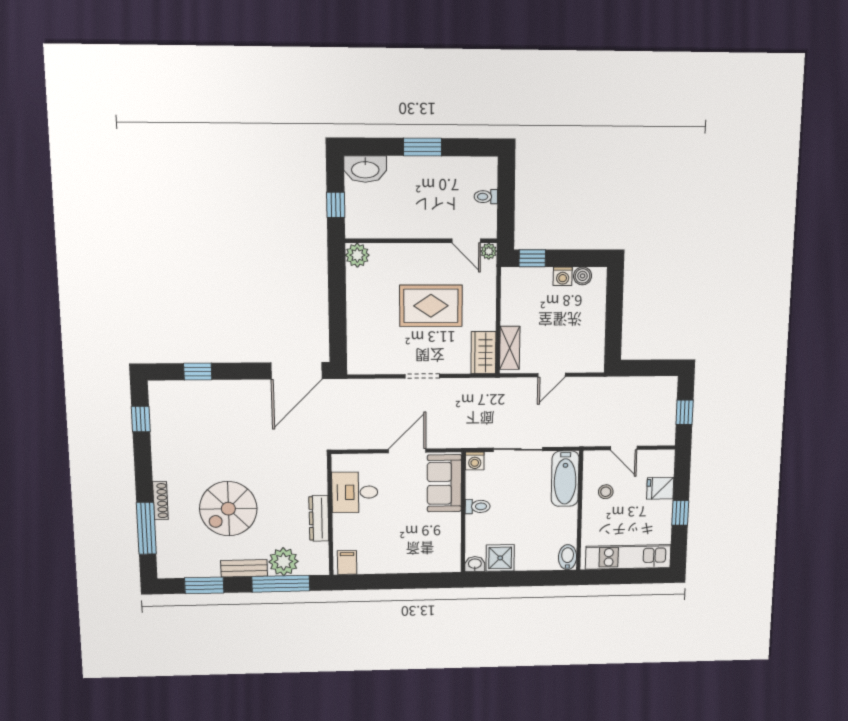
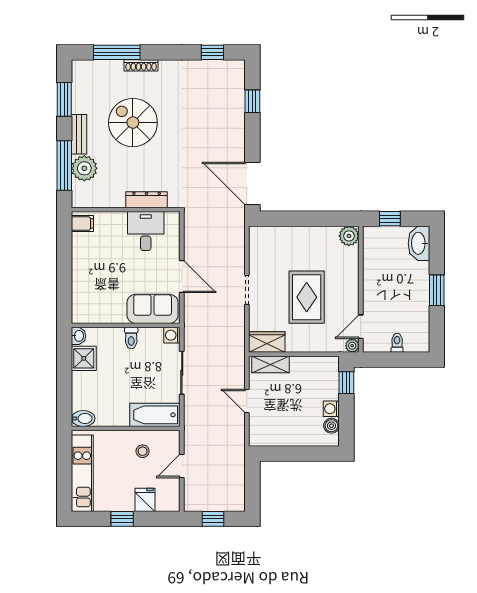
dresser: (319, 518) -> (147, 200), moved

